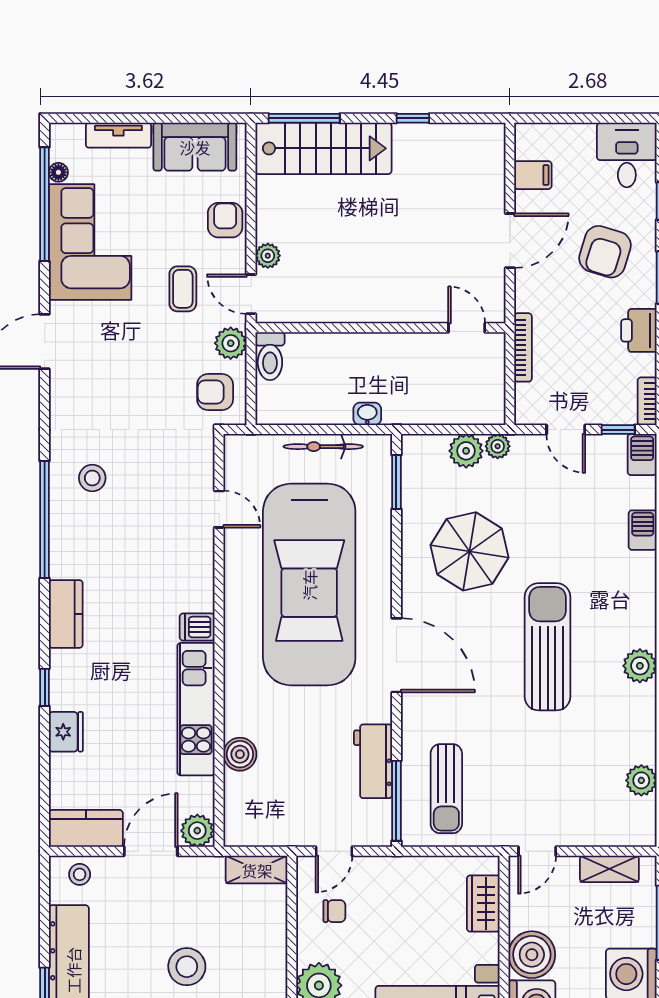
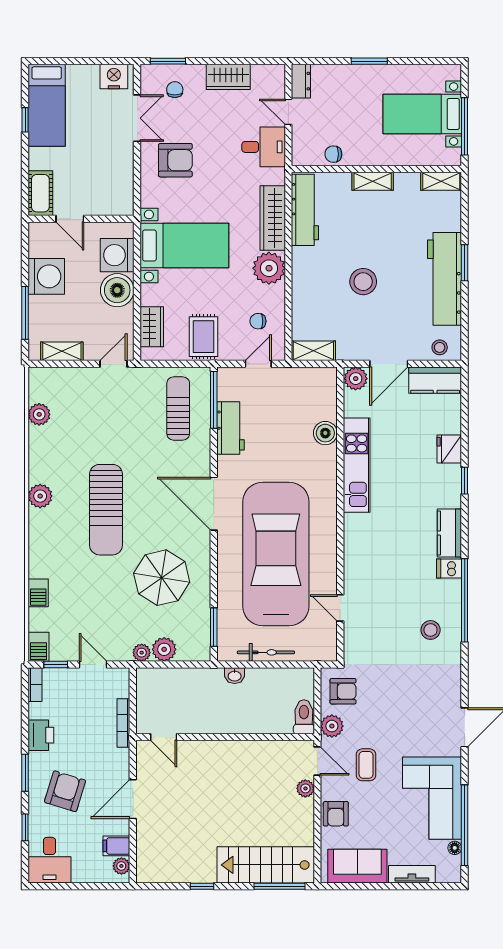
plant: (526, 147) -> (121, 866), added
dishwasher: (197, 627) -> (449, 569), moved, turned 180
rug: (411, 889) -> (203, 337), added

